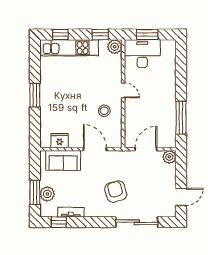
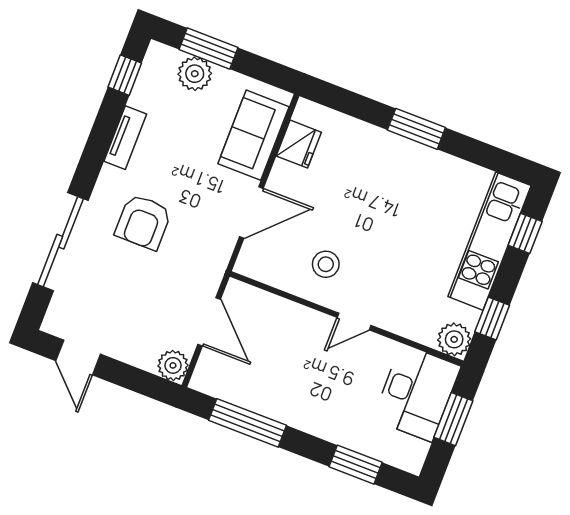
window: (181, 67) -> (356, 465), added
armchair: (116, 192) -> (143, 222), turned 106
tv unit: (71, 212) -> (125, 138), moved

